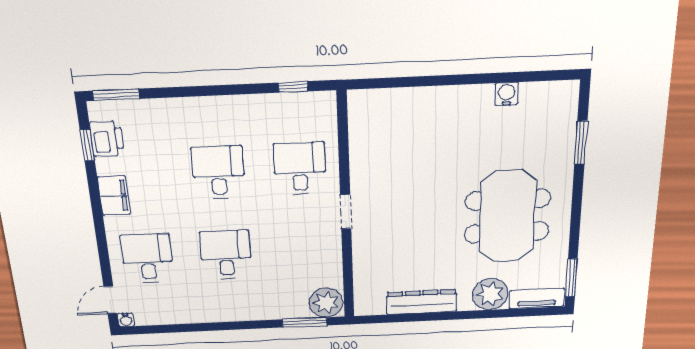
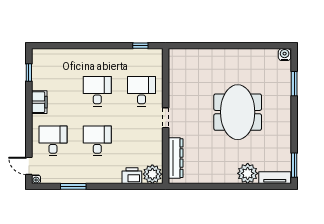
water cooler: (507, 94) -> (285, 55), moved
window: (116, 95) -> (48, 46), removed
printer: (107, 139) -> (132, 176), moved, turned -90
meeting table: (507, 216) -> (238, 112), moved
door: (110, 300) -> (29, 166), hinge flipped
dresser: (422, 302) -> (176, 158), moved, turned 90
window: (305, 322) -> (73, 186), moved

